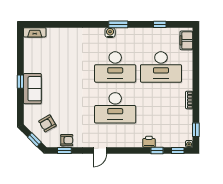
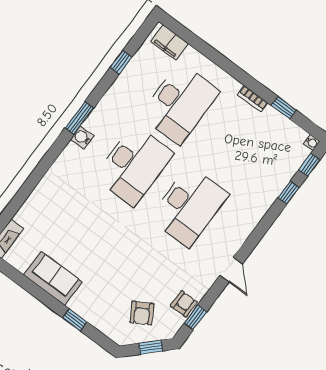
window: (20, 82) -> (75, 320), moved
sofa: (32, 89) -> (53, 278), moved
window: (196, 130) -> (284, 108), moved
printer: (149, 142) -> (269, 195), removed

